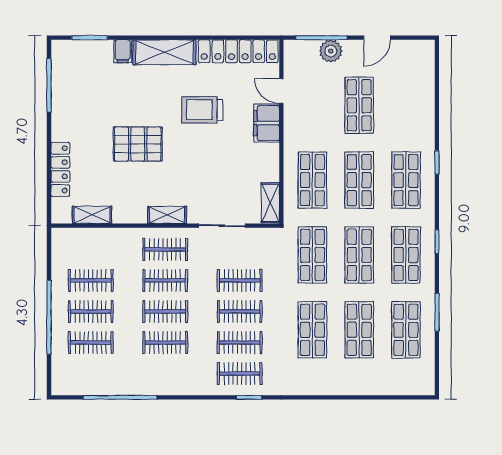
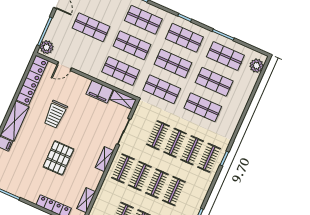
plant: (331, 51) -> (47, 47), moved
filing cabinet: (267, 123) -> (100, 92), moved
plant: (412, 384) -> (257, 66), added

